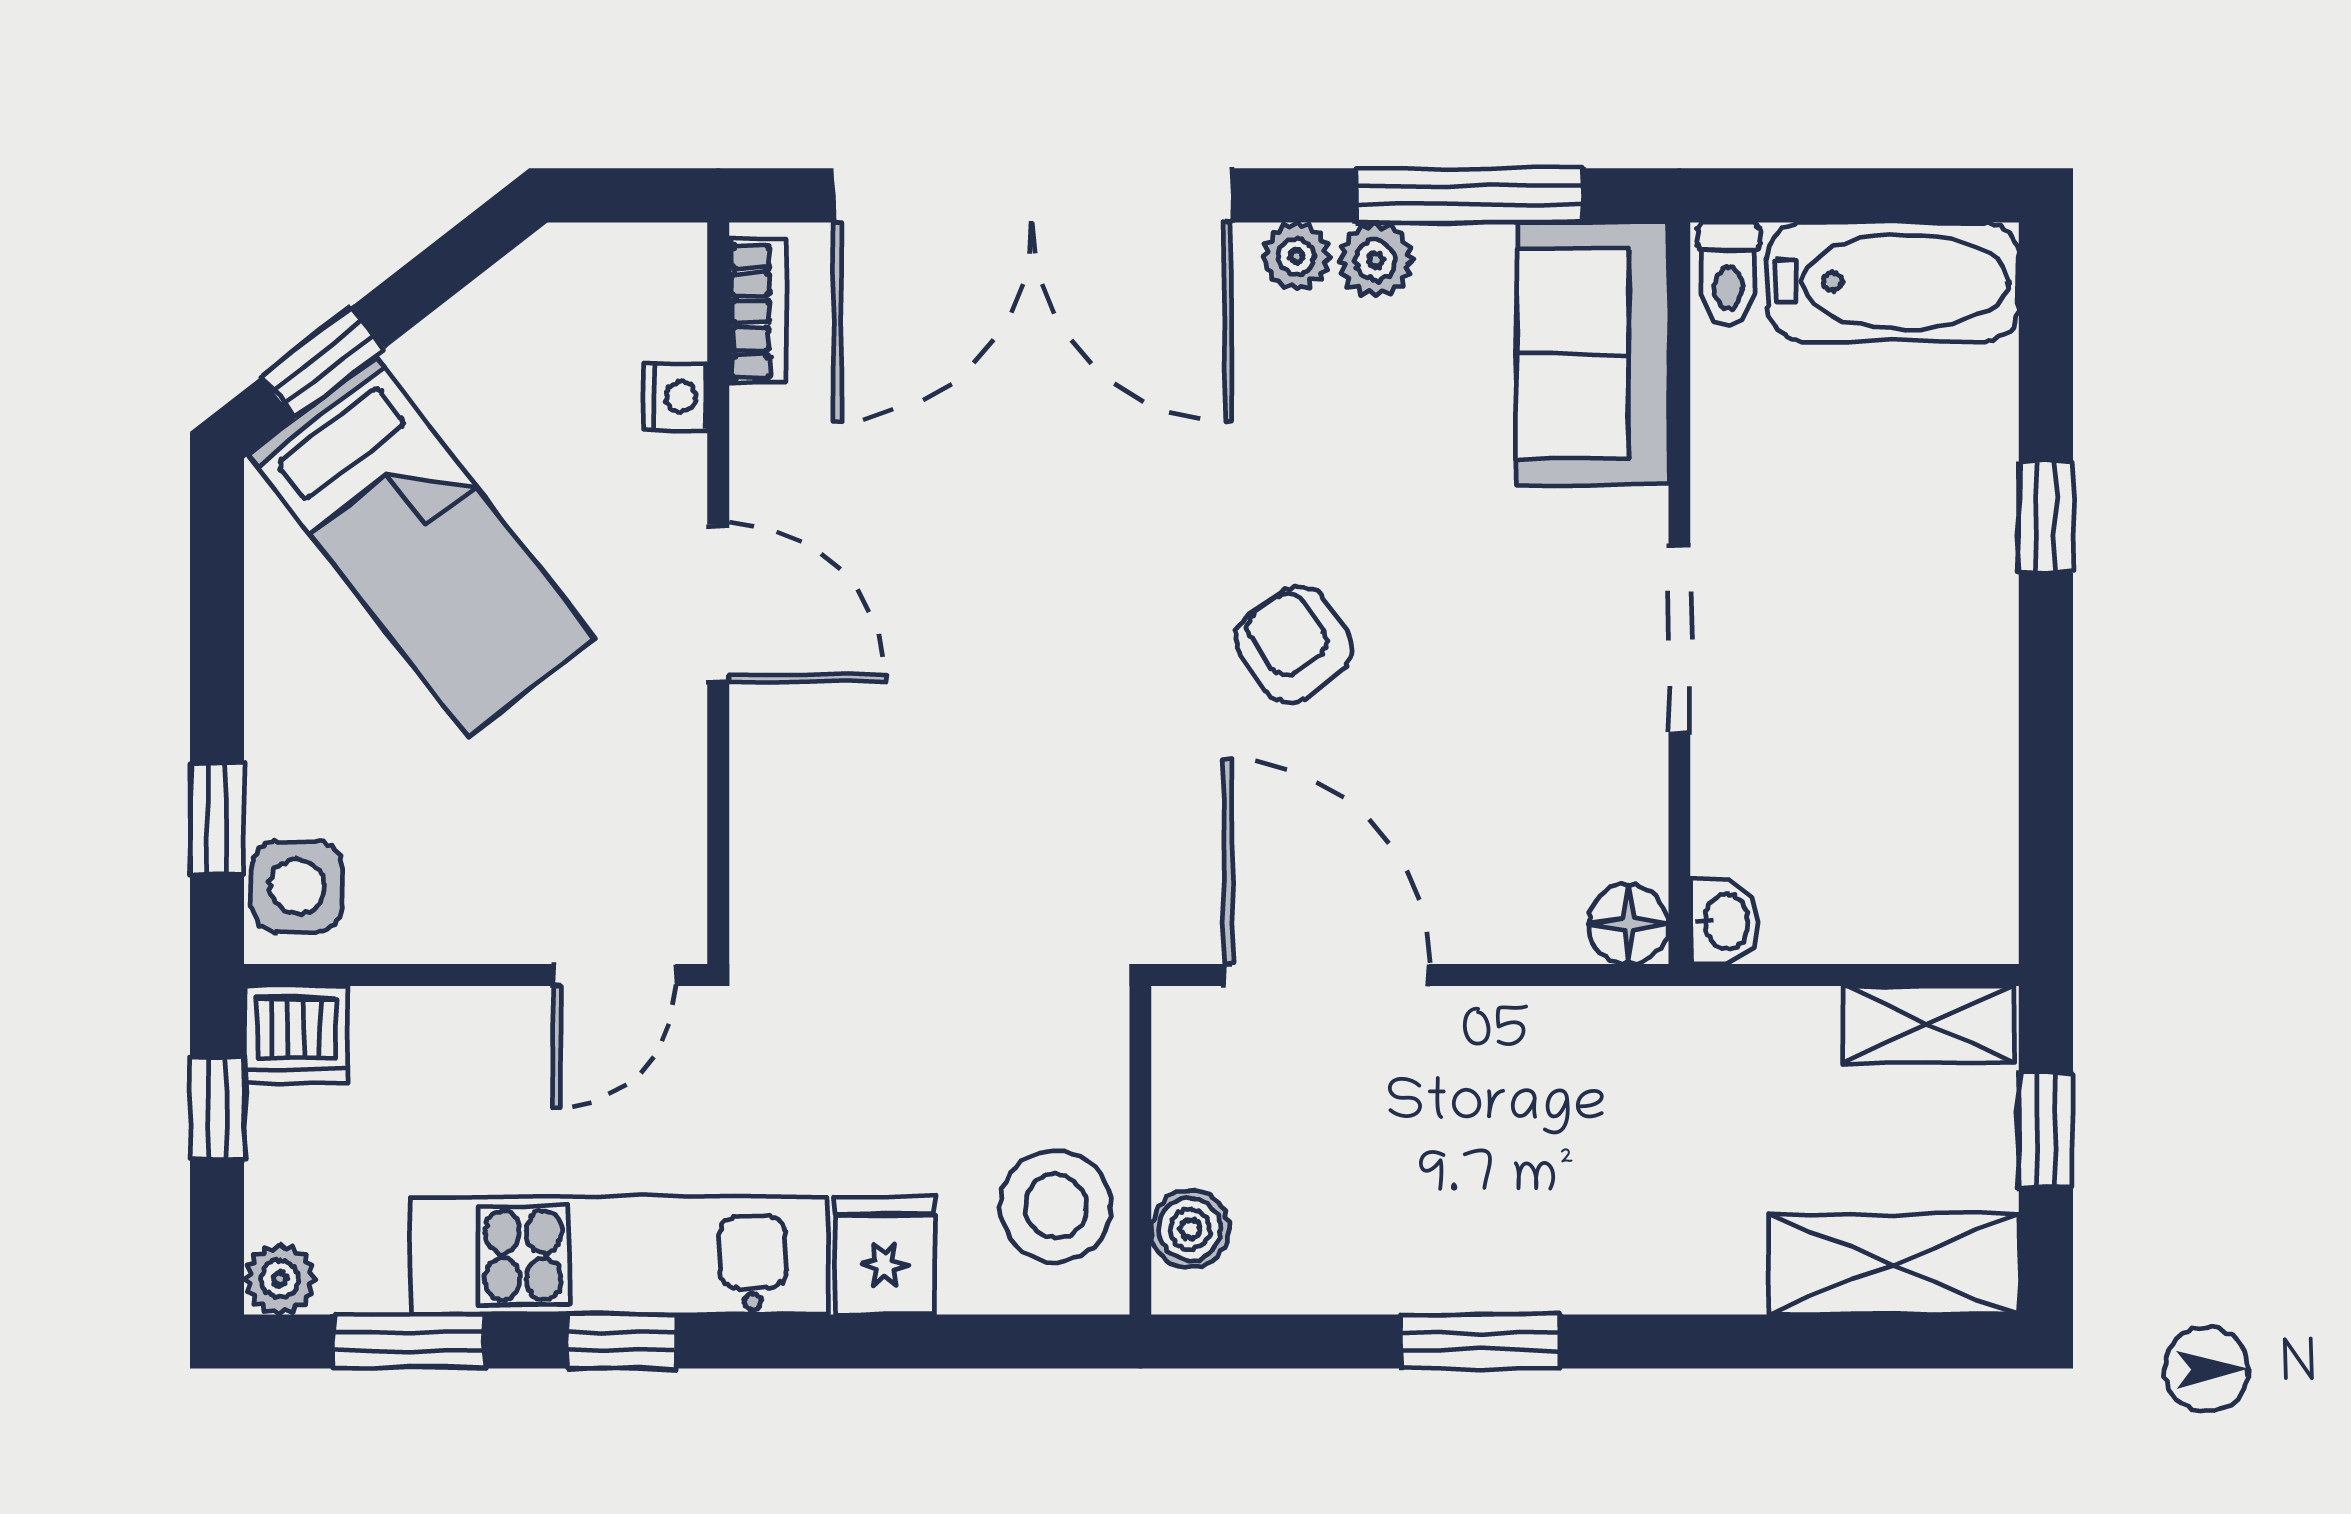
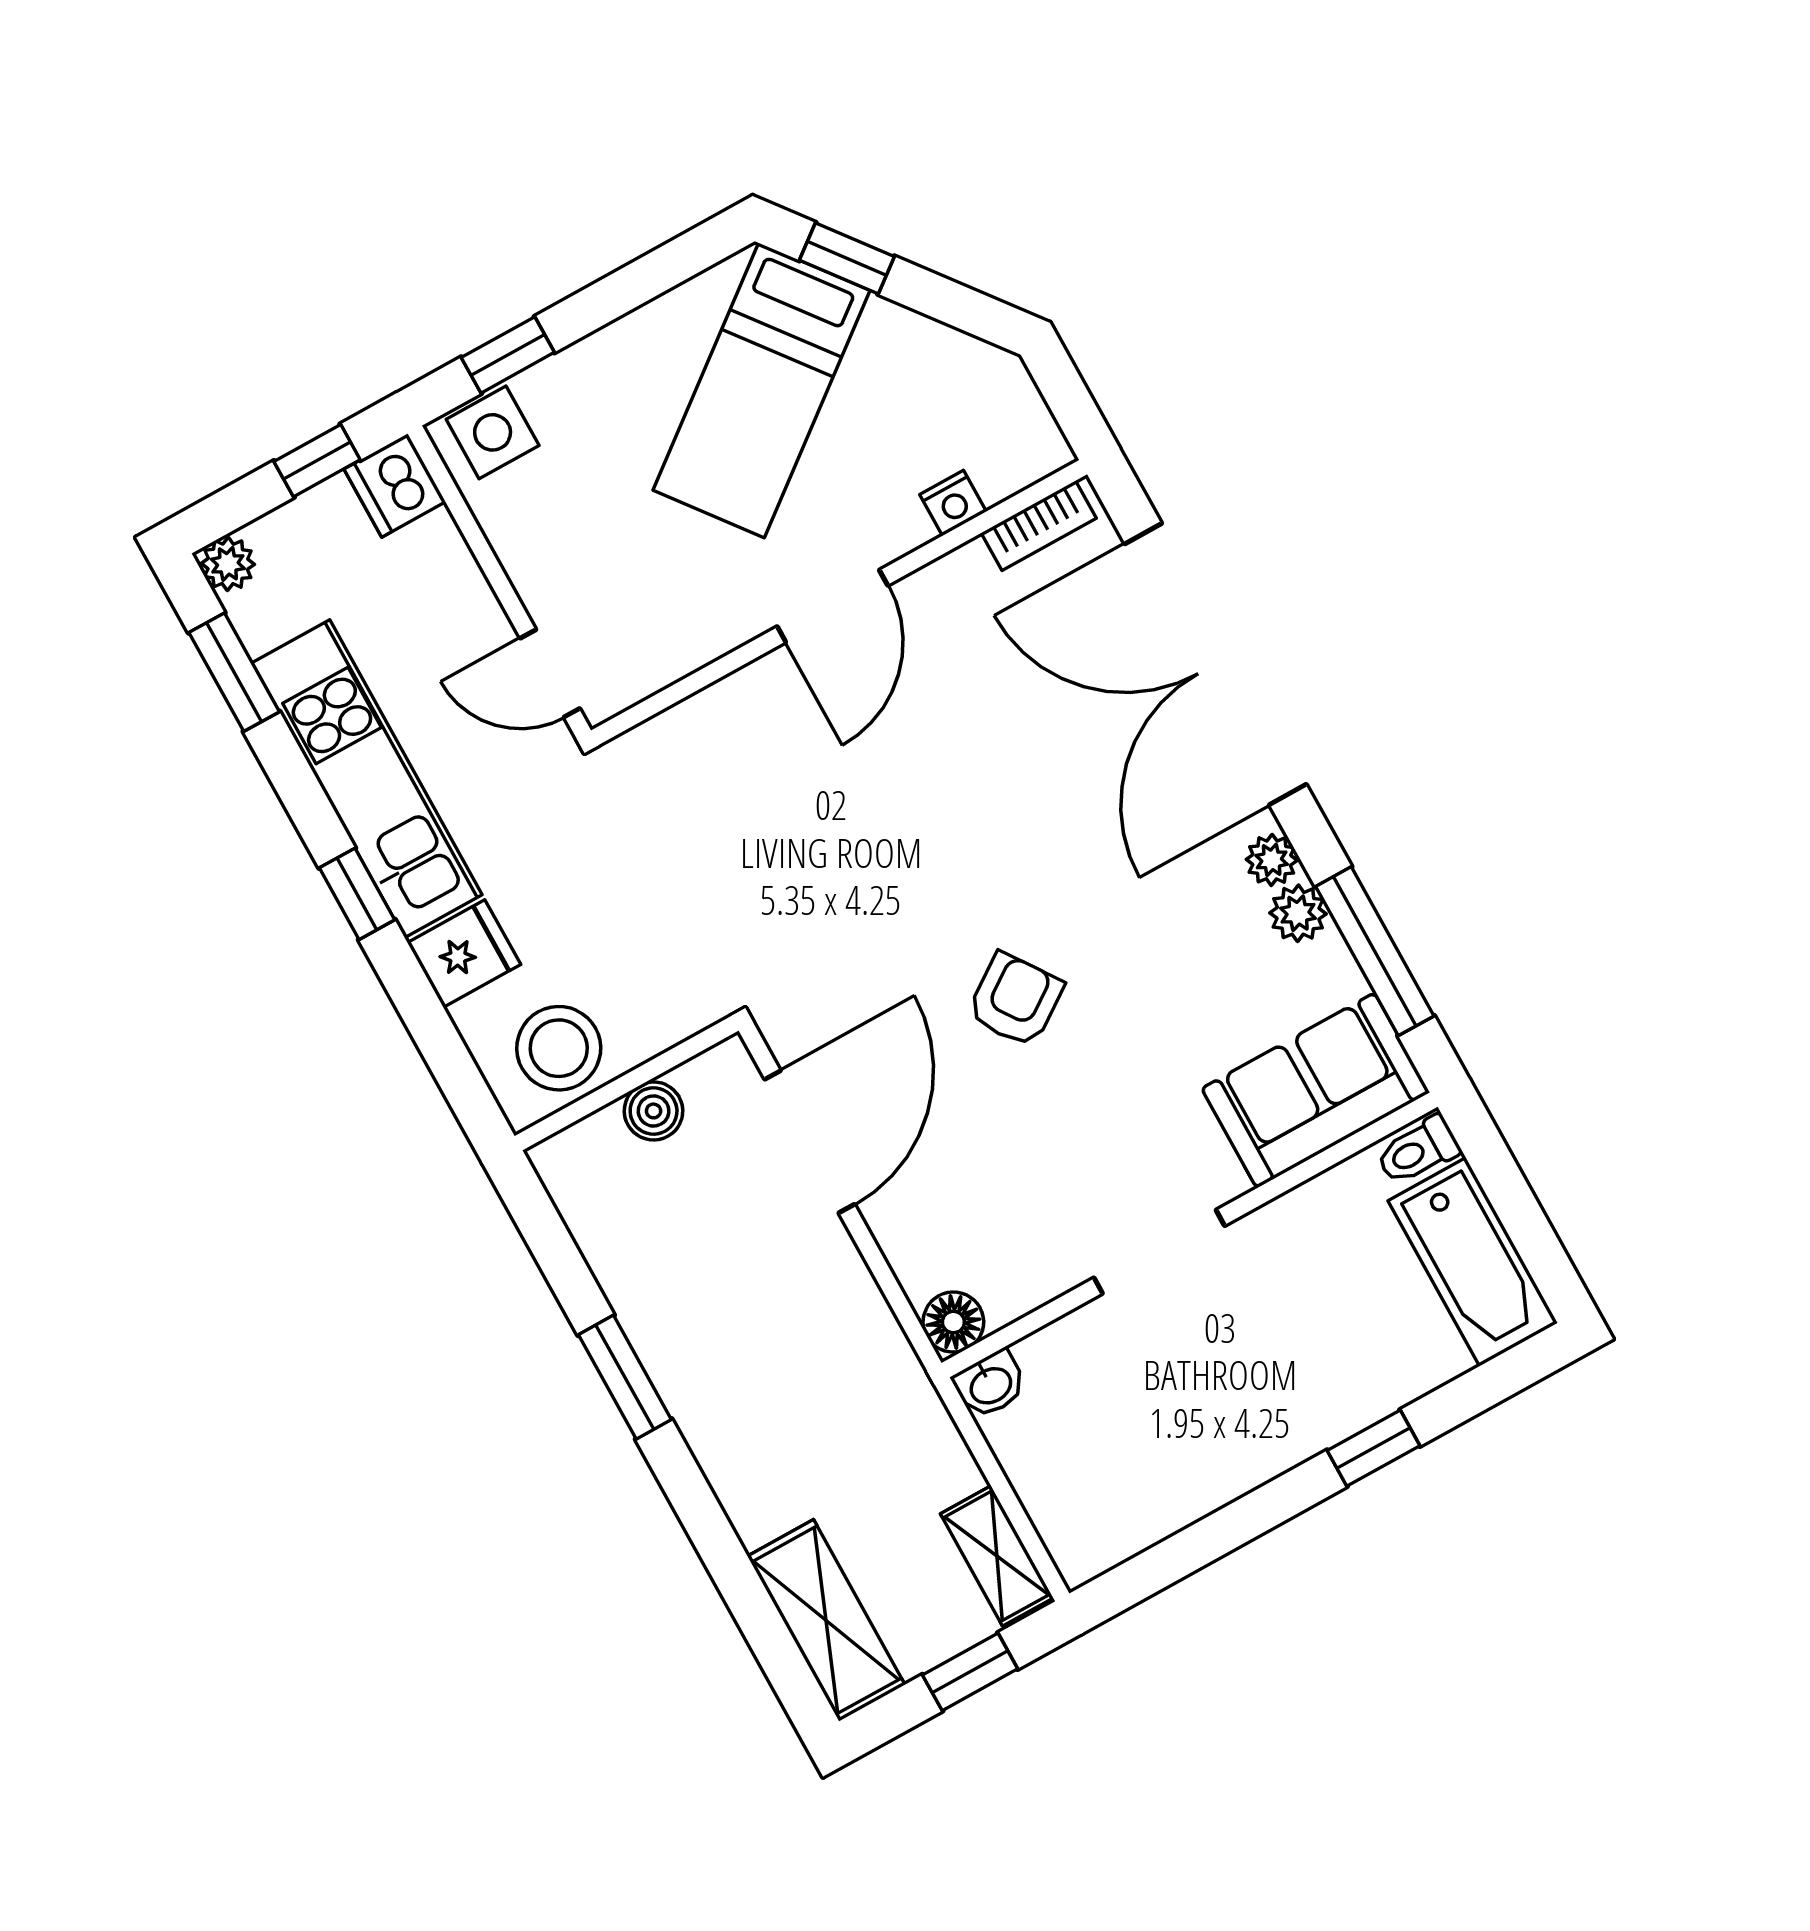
boiler: (1190, 1229) -> (654, 1111), moved
window: (621, 1341) -> (357, 894), moved

